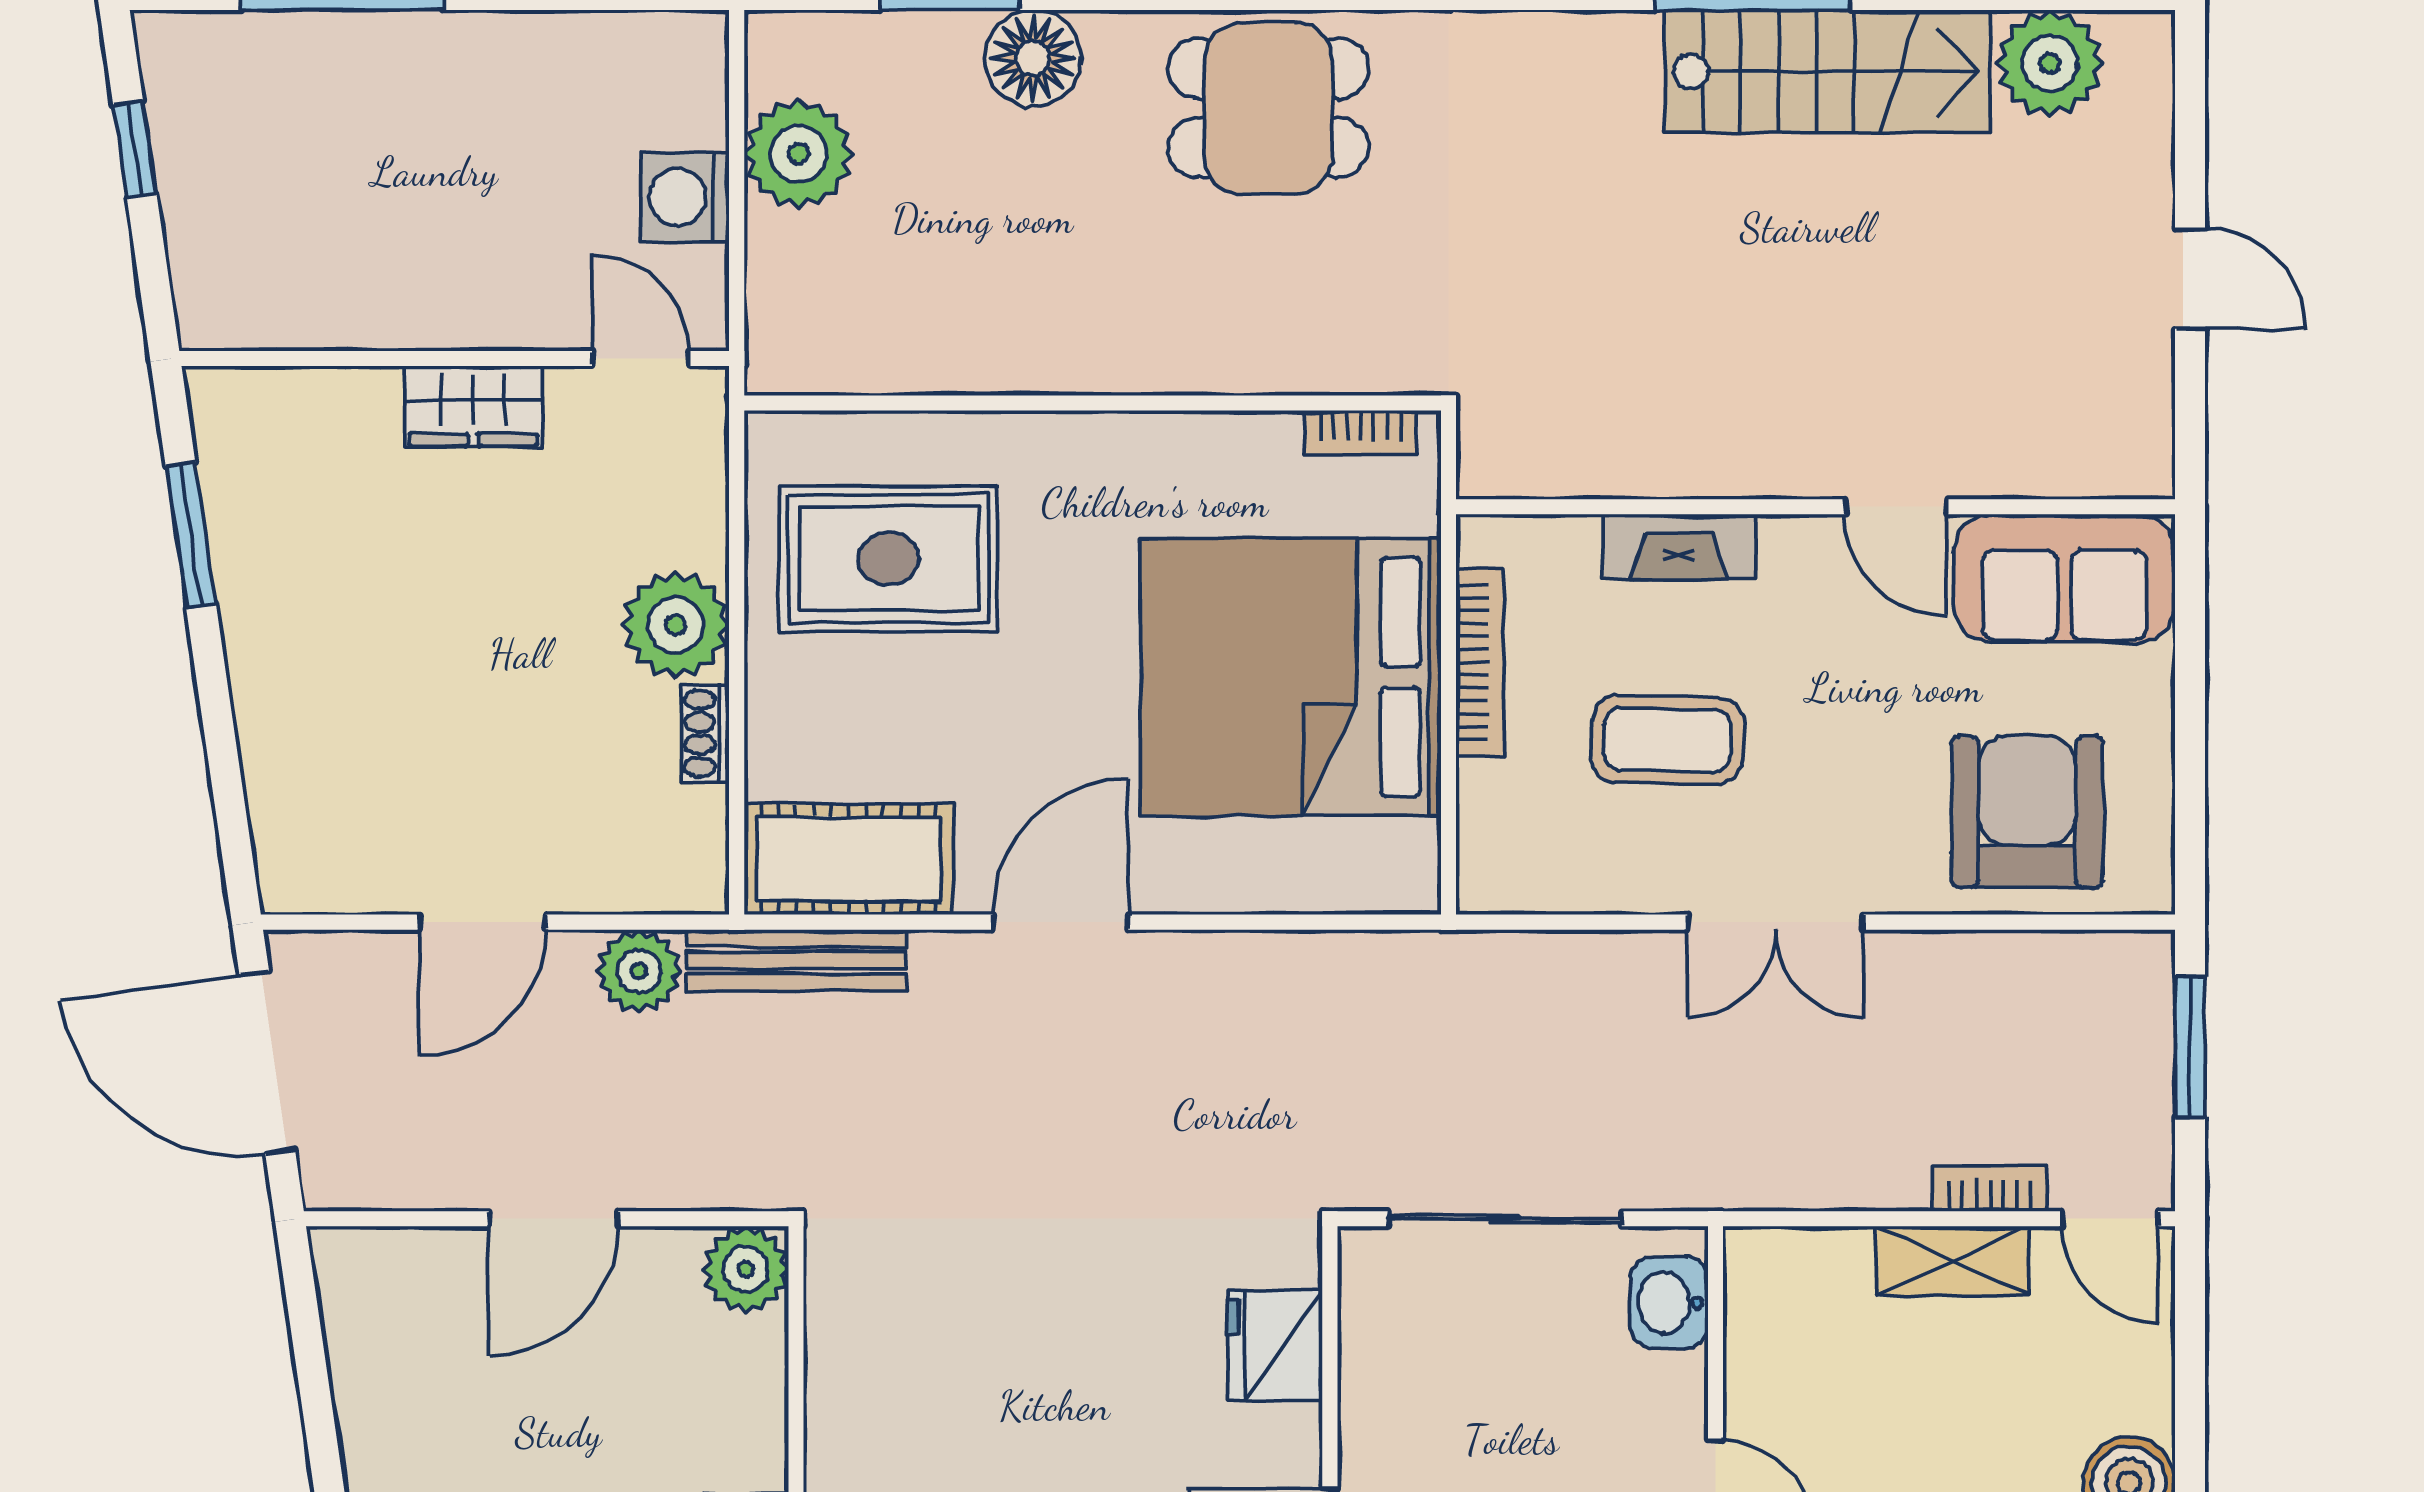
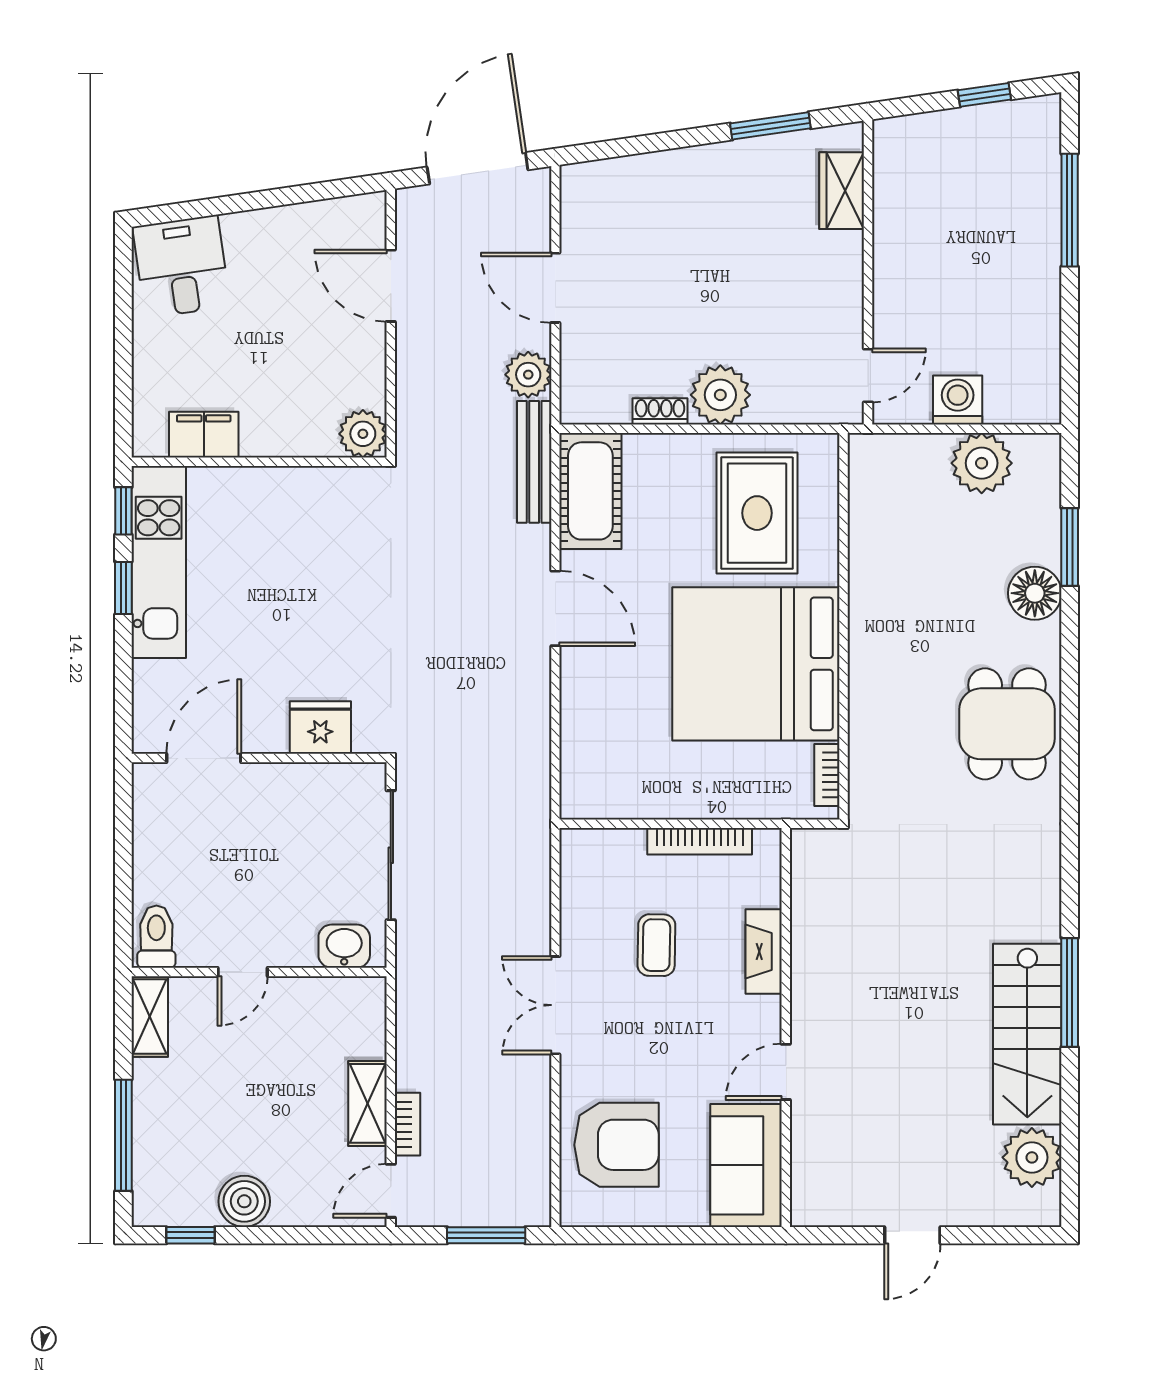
wardrobe: (473, 406) -> (842, 191), moved
bed: (1291, 677) -> (756, 664), moved, turned -90
coffee table: (1667, 740) -> (656, 945), width x0.73, depth x0.77
door: (553, 1219) -> (391, 286), moved

